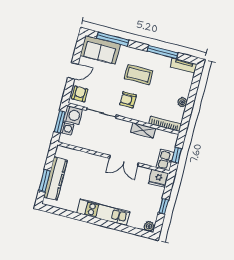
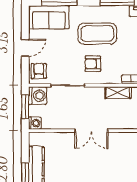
coffee table: (139, 75) -> (97, 34), width x1.36, depth x1.32
washing machine: (67, 128) -> (35, 123), moved
double door: (124, 161) -> (91, 131), moved

